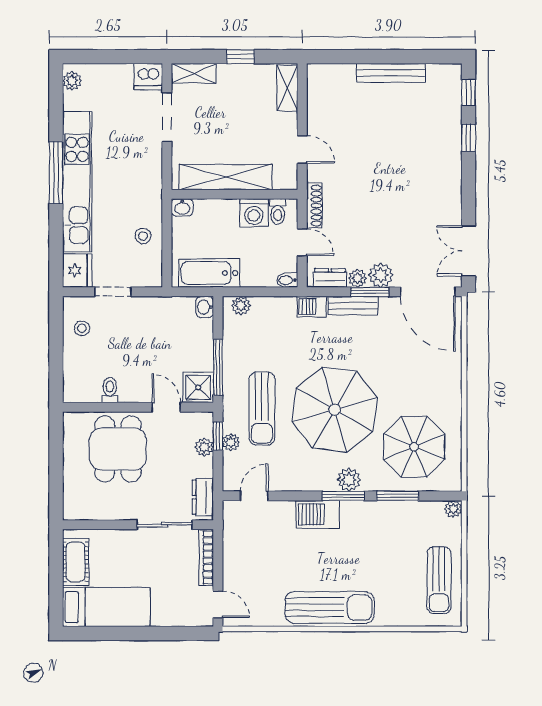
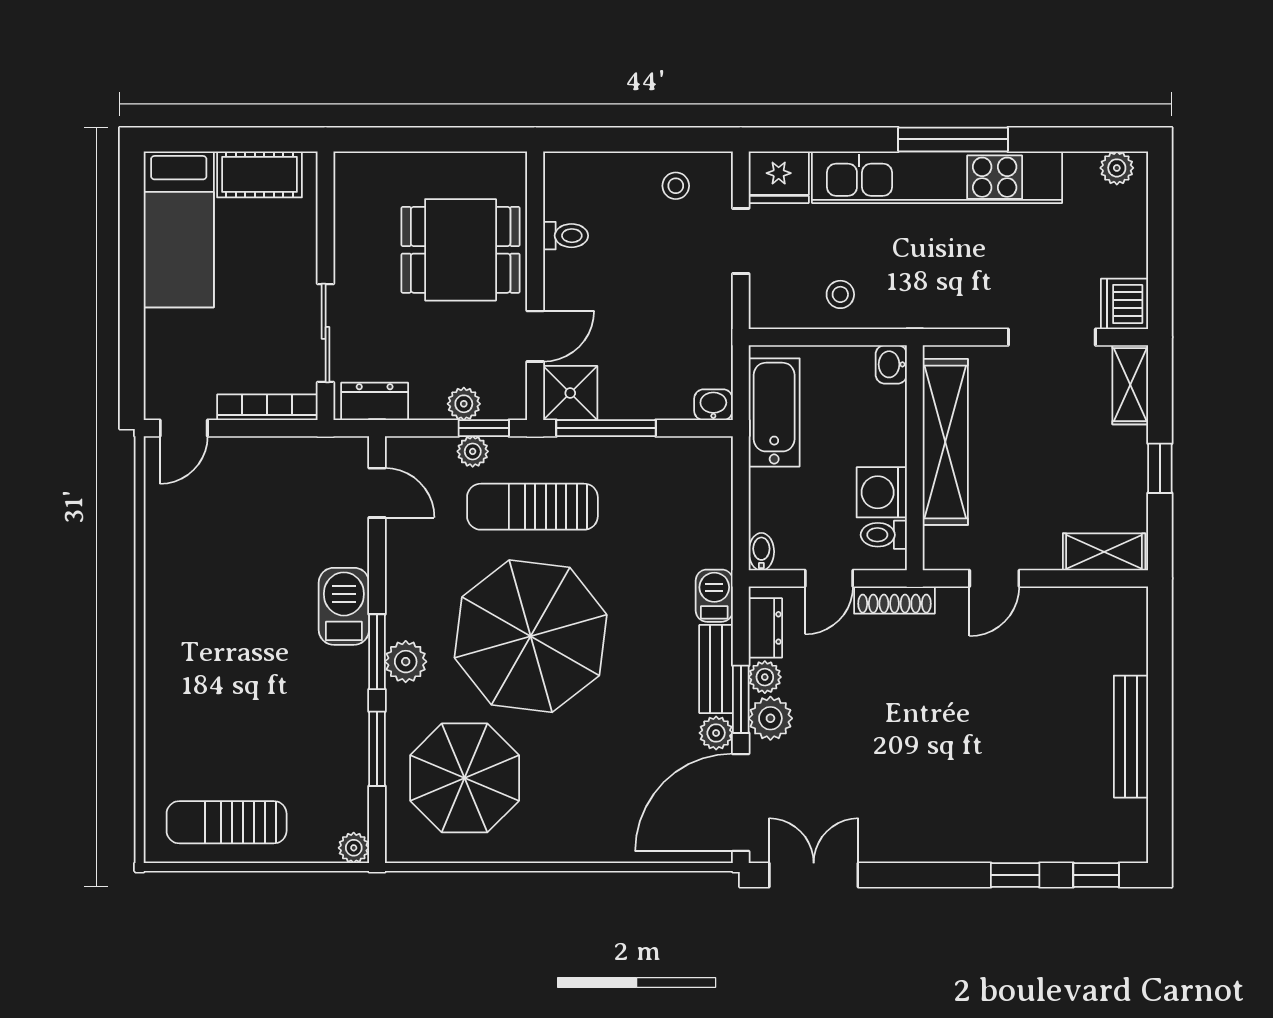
plant: (241, 306) -> (716, 733), moved
sun lounger: (330, 607) -> (178, 628), removed

